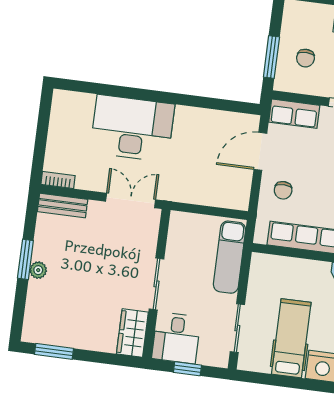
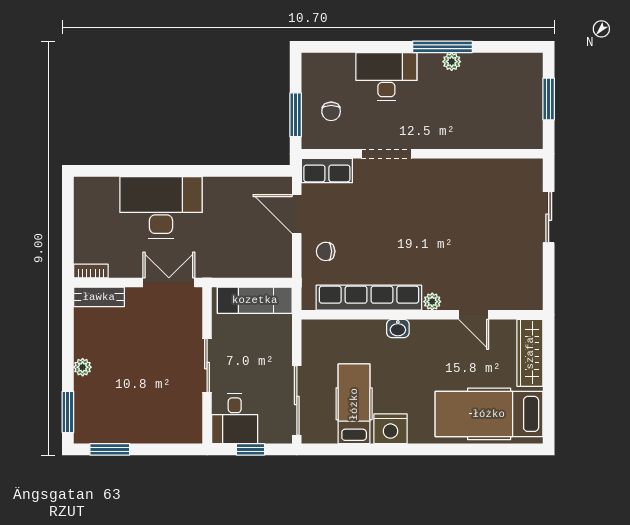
door: (260, 151) -> (297, 214), hinge flipped
chair: (283, 190) -> (326, 251), turned 90
exam couch: (229, 257) -> (255, 300), moved, turned -90
window: (25, 259) -> (68, 412), moved
sliding door: (237, 328) -> (297, 400), width x1.37
wardrobe: (132, 333) -> (189, 420), removed

